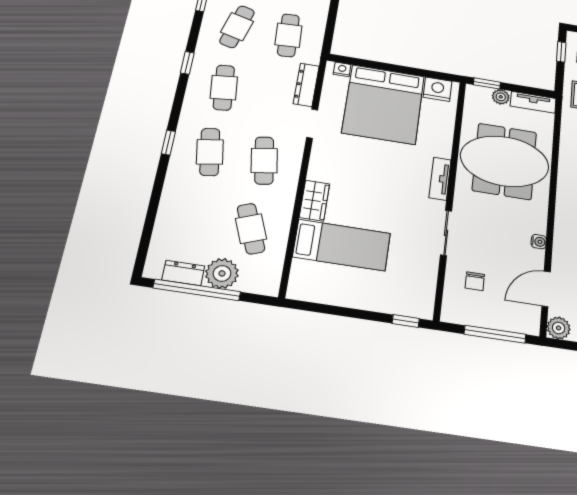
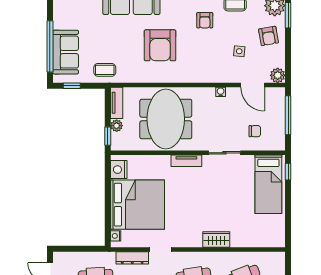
bed: (342, 245) -> (268, 184), moved, turned 180

